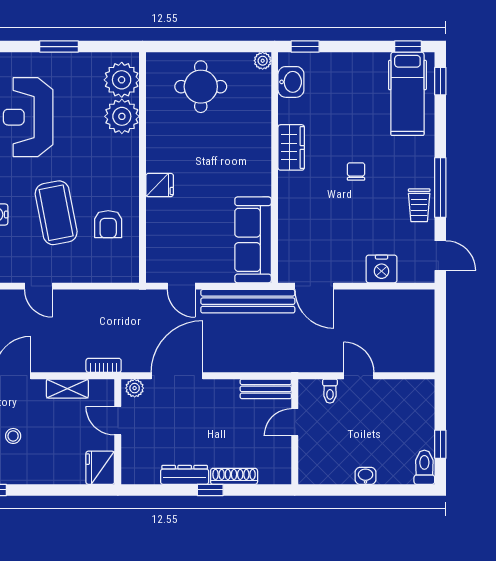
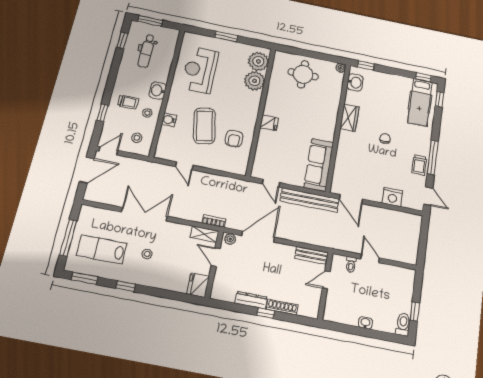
shelving: (67, 389) -> (204, 234), moved

